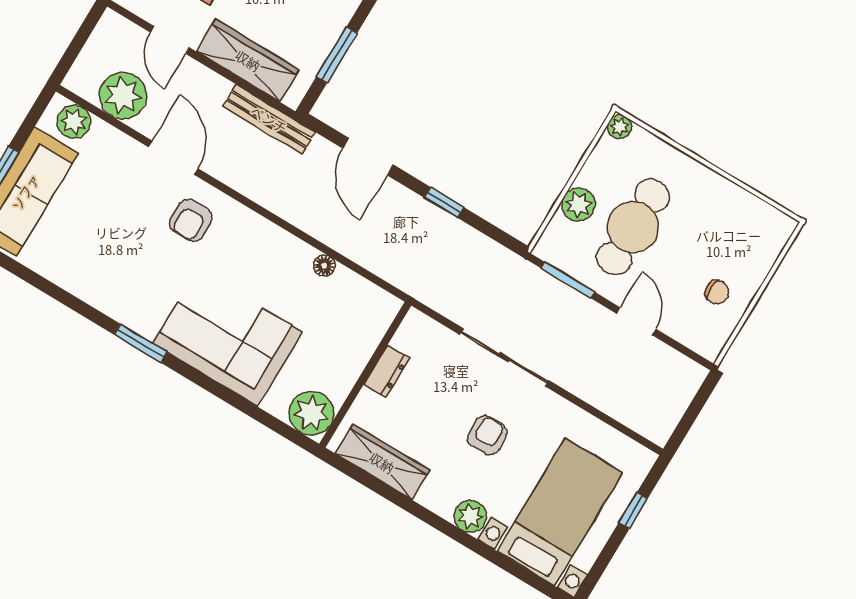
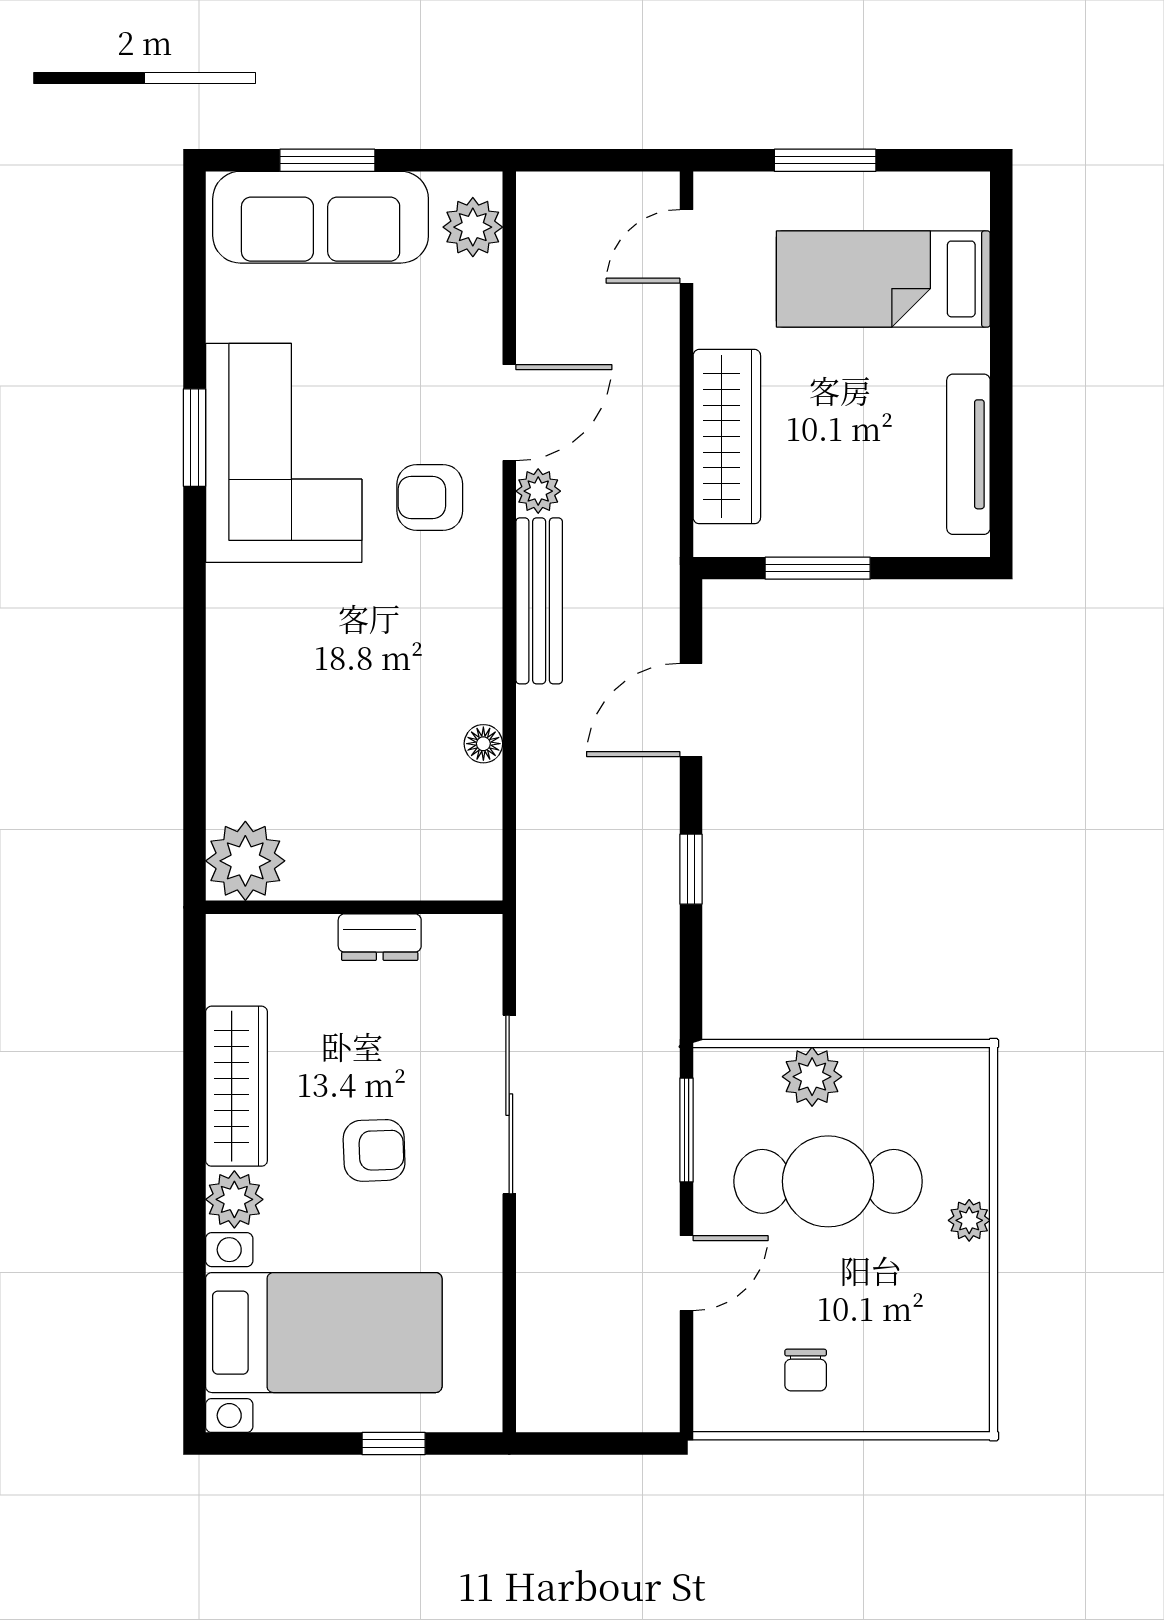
door: (170, 40) -> (687, 246), moved
plant: (123, 96) -> (538, 491), moved, width x0.53, depth x0.53
bench: (269, 119) -> (539, 601), moved
plant: (620, 127) -> (969, 1220), moved
corner sofa: (228, 338) -> (284, 453), moved
window: (141, 343) -> (194, 438), moved
wardrobe: (382, 462) -> (237, 1086), moved

